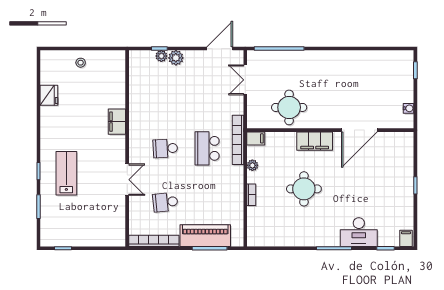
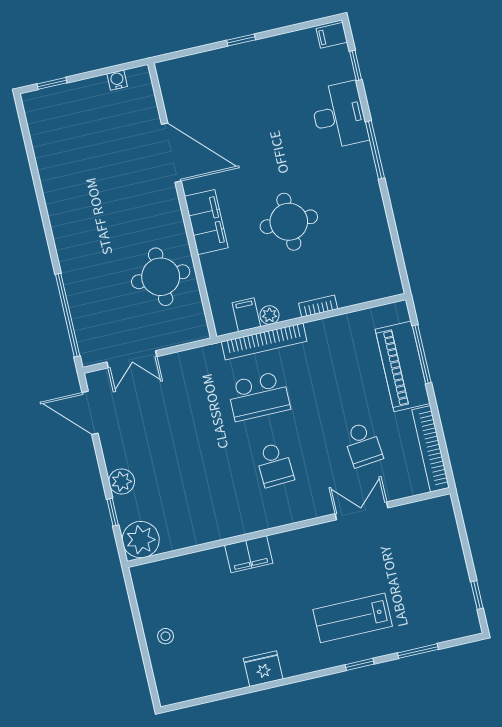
plant: (161, 56) -> (141, 540), moved, width x1.87, depth x1.87
fridge: (49, 95) -> (263, 669), moved
filing cabinet: (256, 138) -> (246, 315), moved
bookcase: (238, 140) -> (264, 342), moved
double door: (127, 180) -> (362, 511), moved

